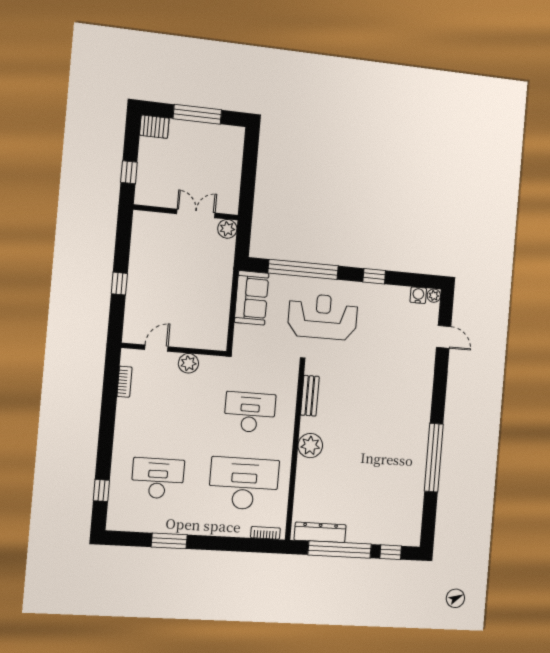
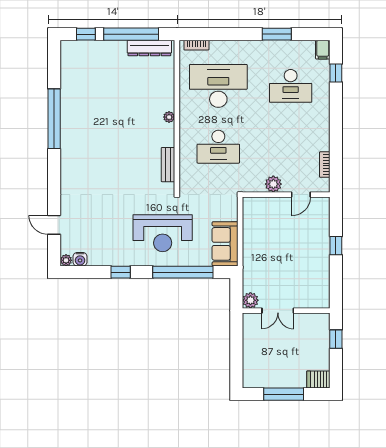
plant: (310, 446) -> (169, 117), width x0.53, depth x0.53
desk: (244, 484) -> (218, 86), turned 180
filing cabinet: (115, 519) -> (323, 50), added

